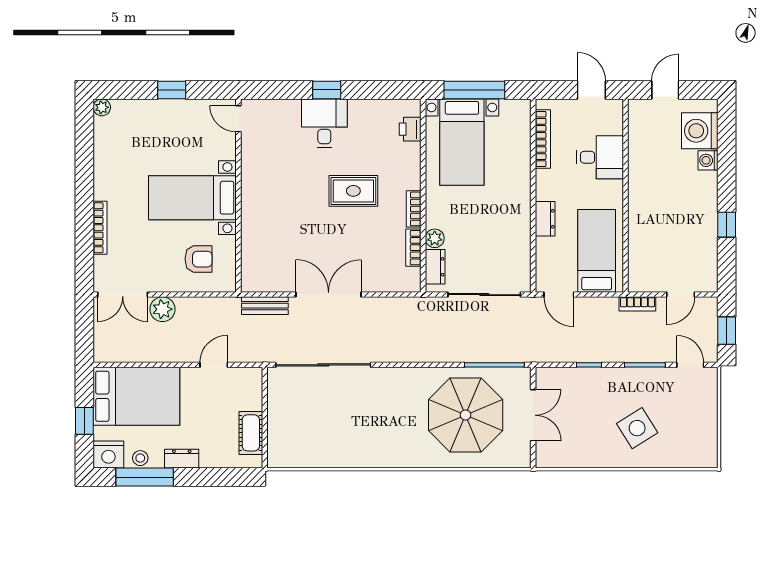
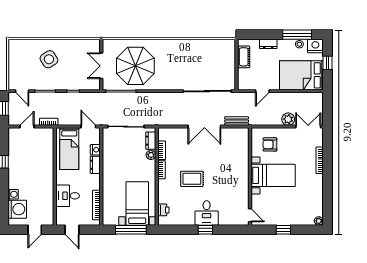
nightstand: (545, 248) -> (95, 150), added
dresser: (182, 459) -> (268, 44), moved

